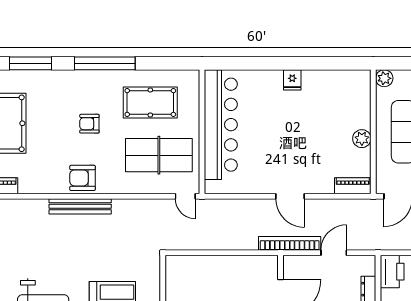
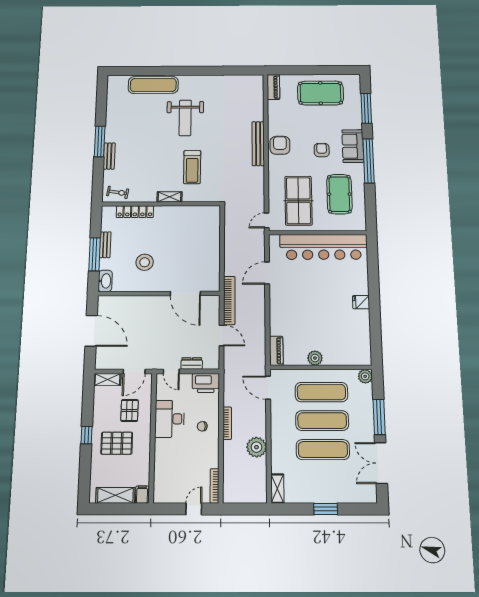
sofa: (84, 83) -> (353, 146), added
door: (290, 196) -> (267, 273), moved

